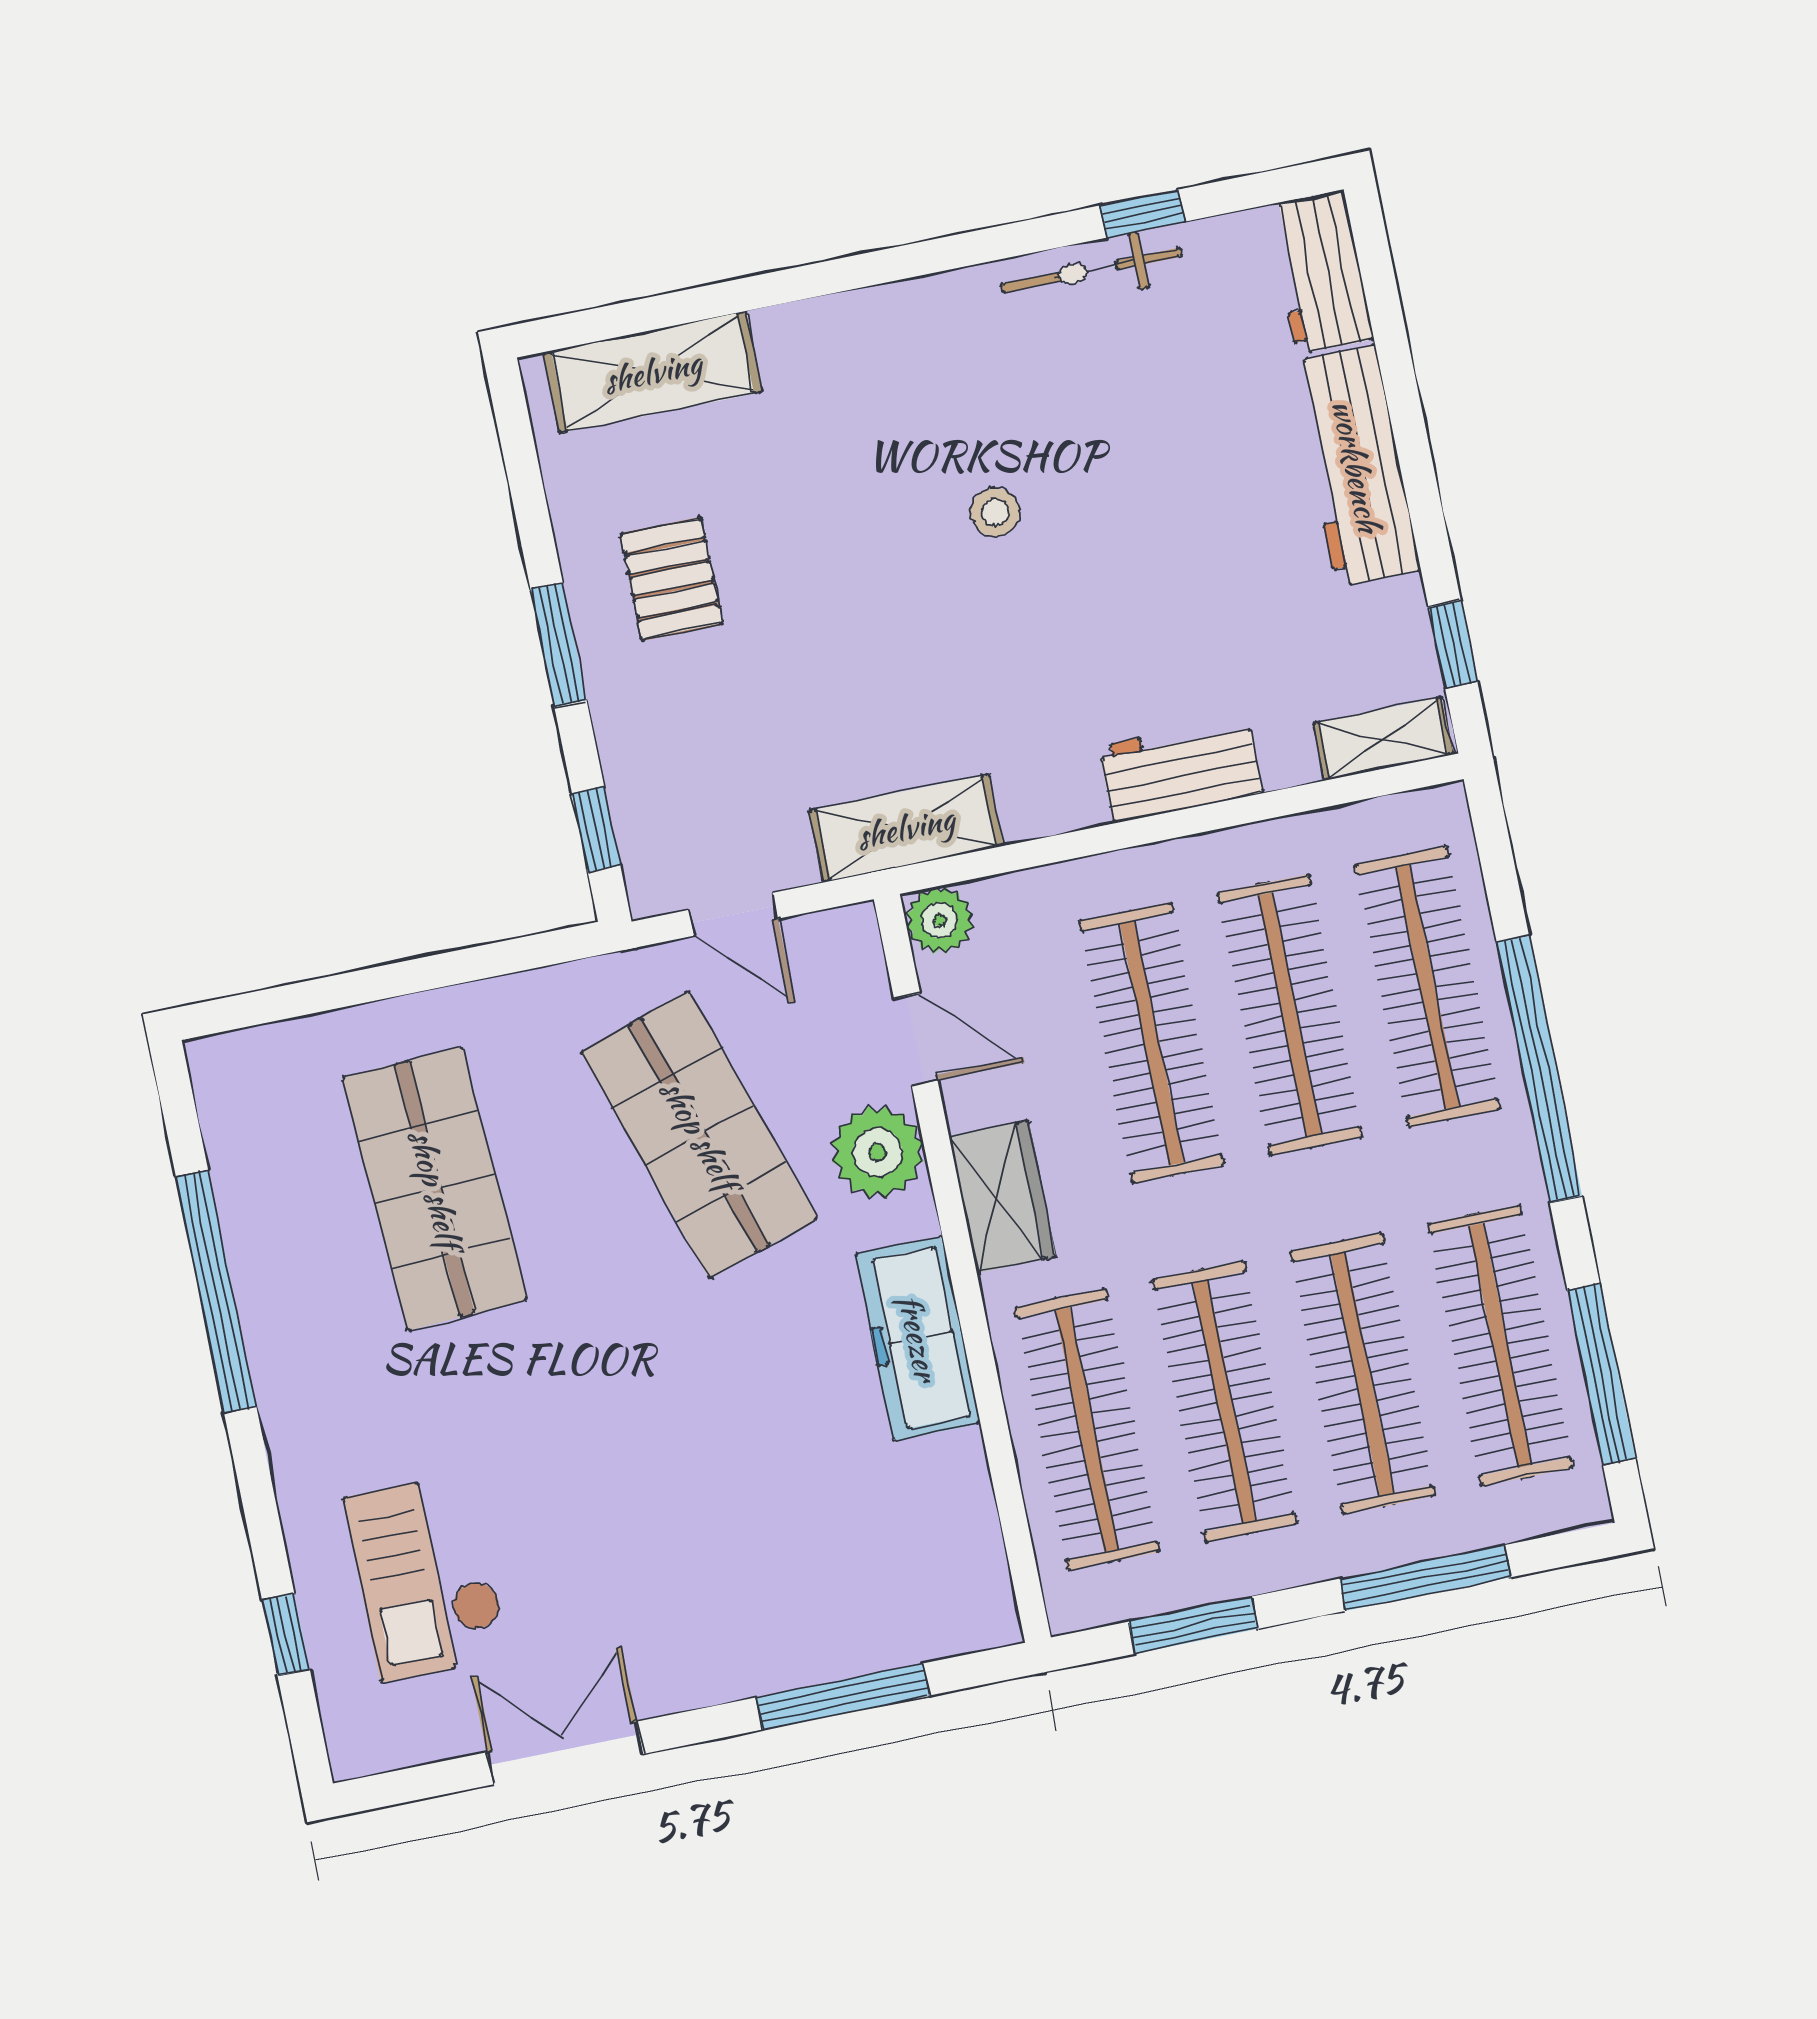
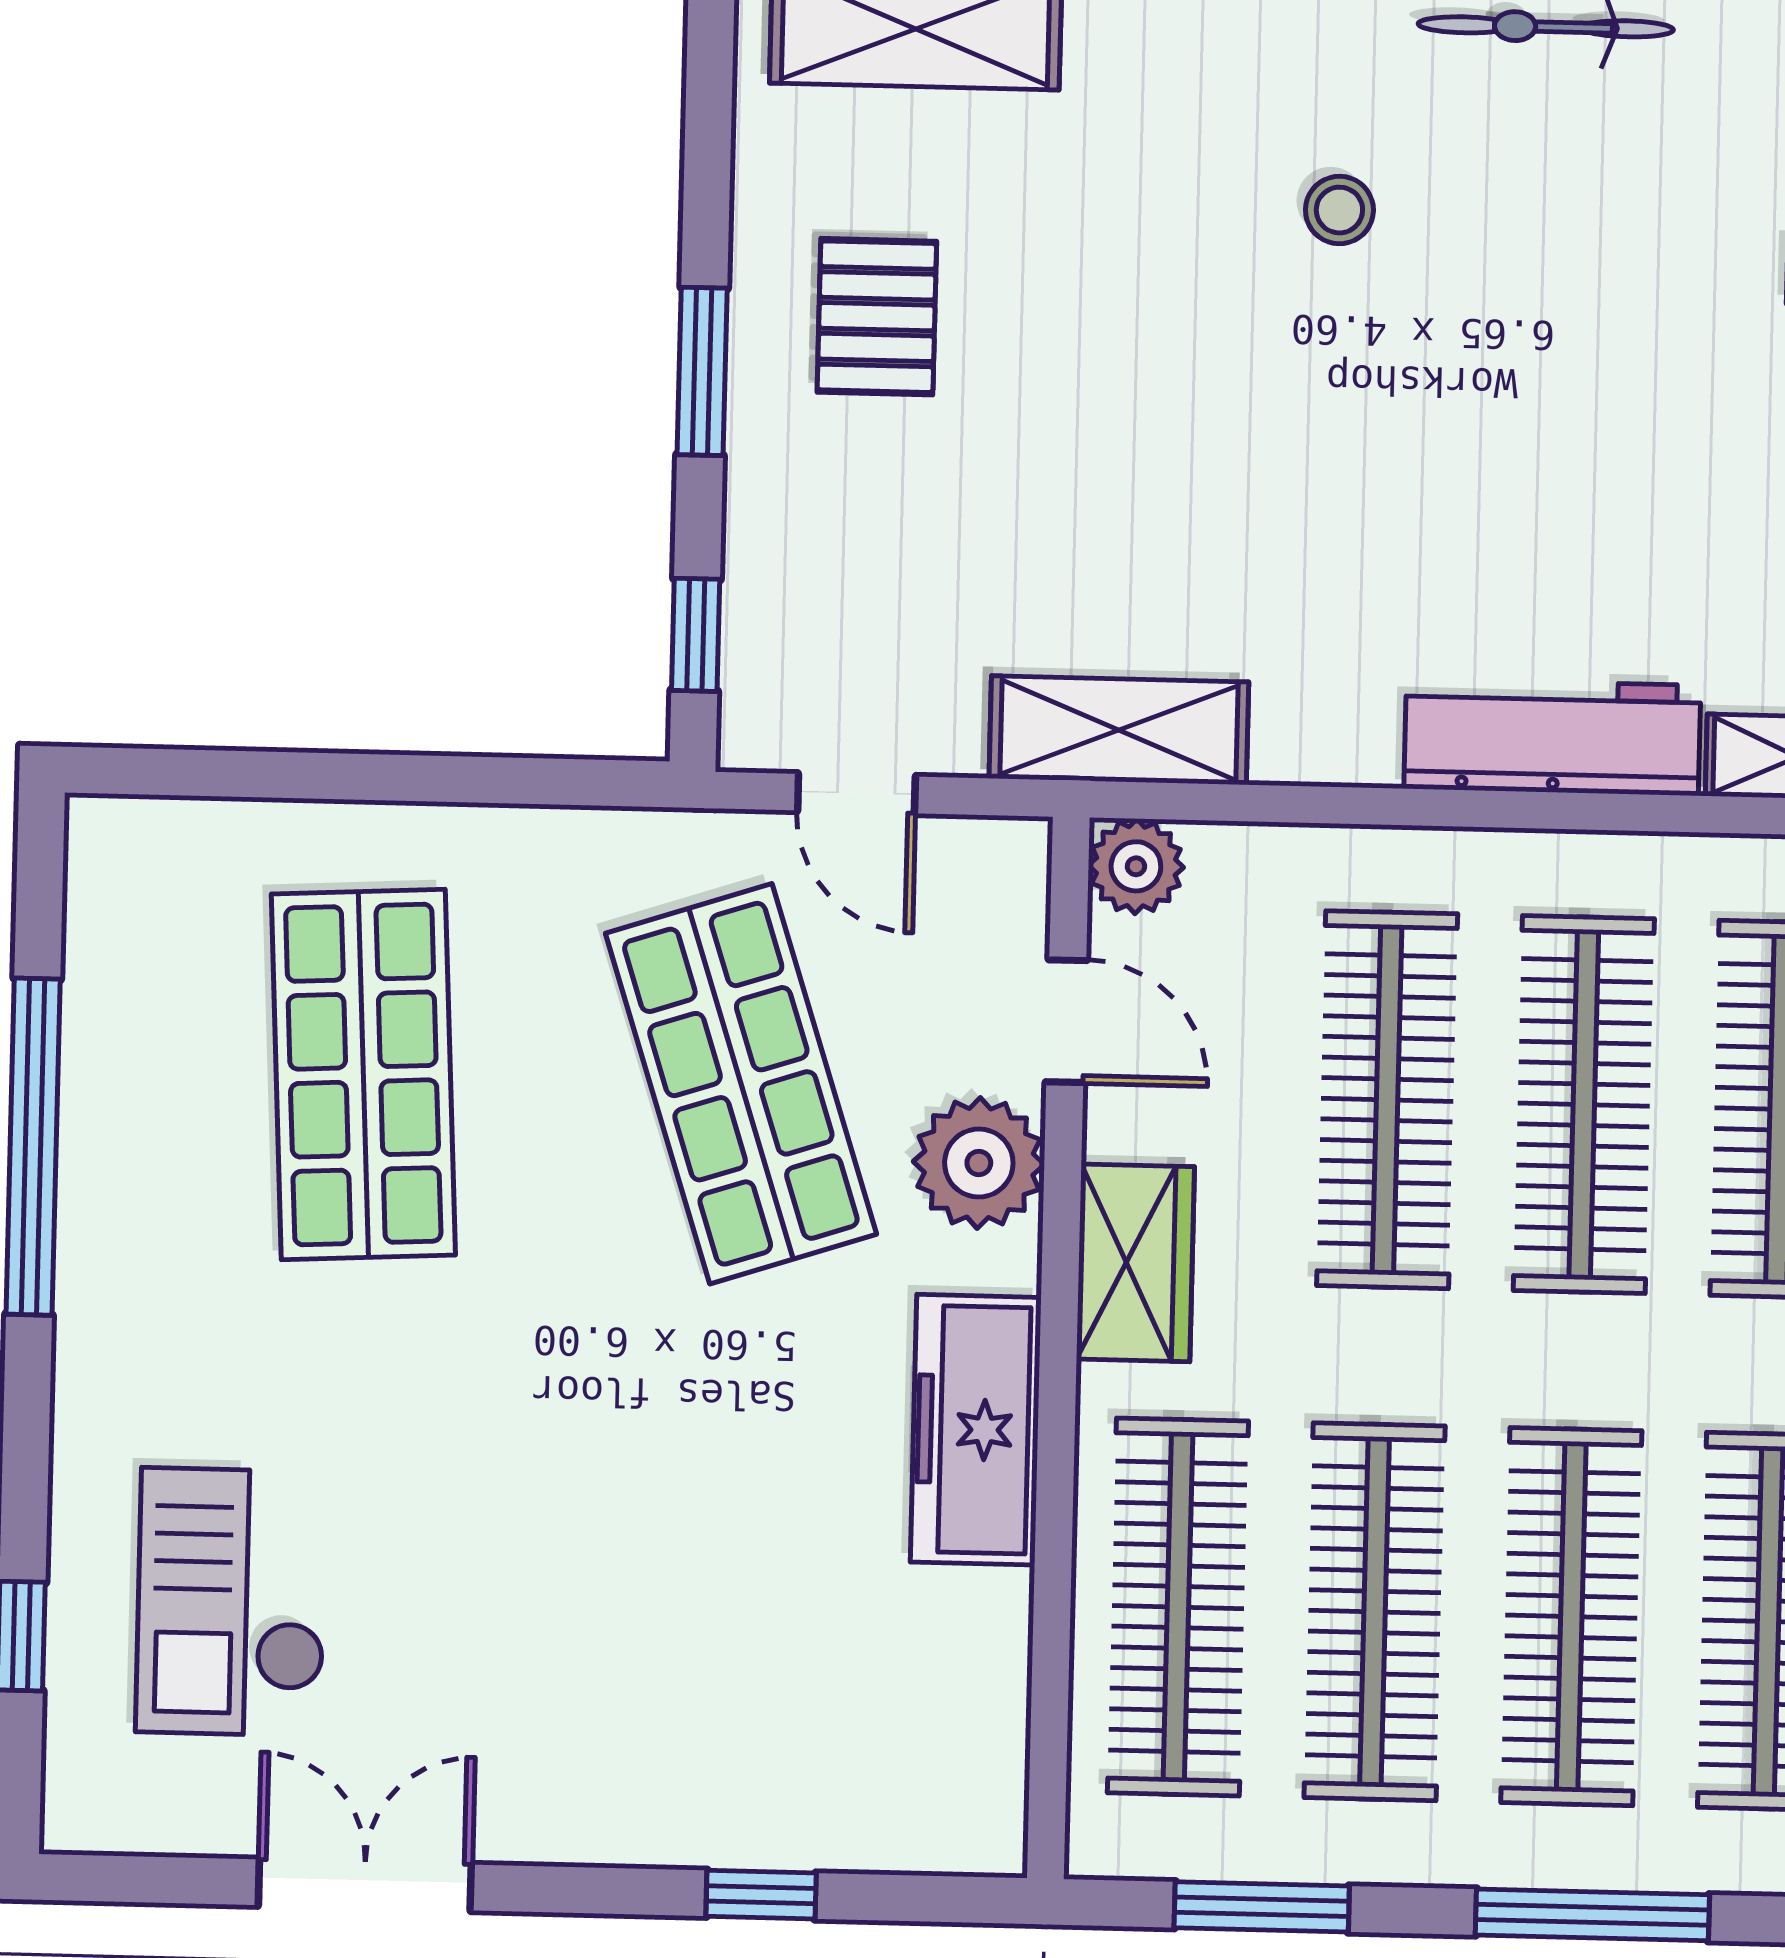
stool: (995, 512) -> (1339, 210), moved
workbench: (1181, 770) -> (1552, 737), width x1.38
window: (843, 1697) -> (761, 1895), width x0.46

